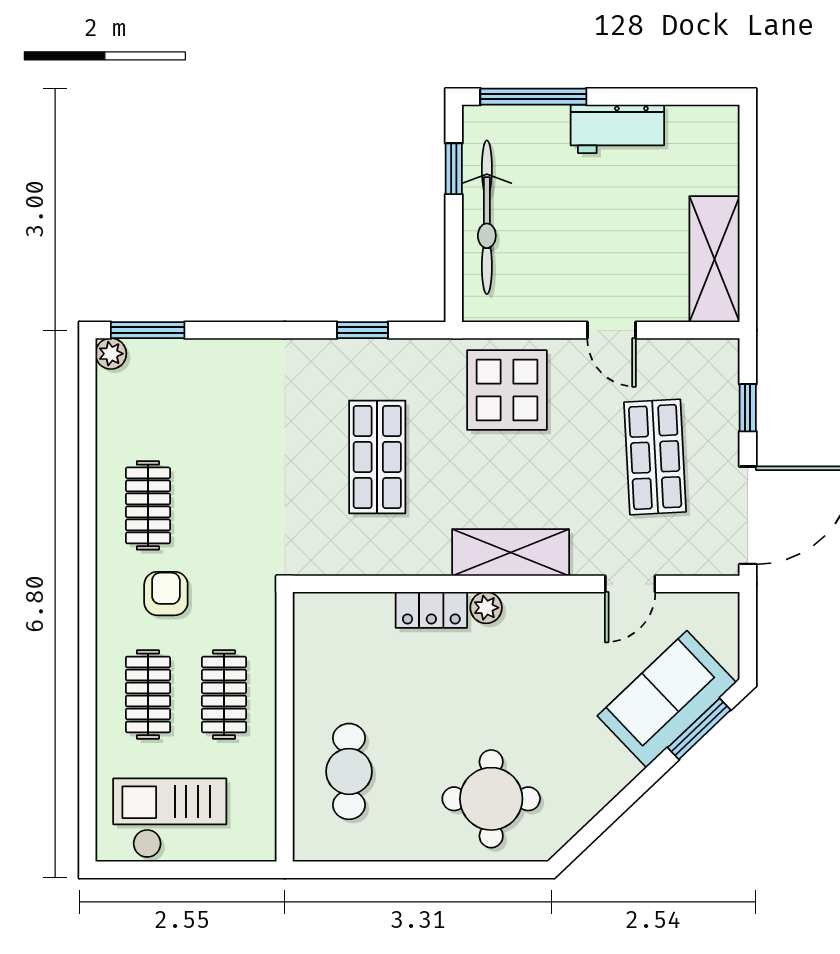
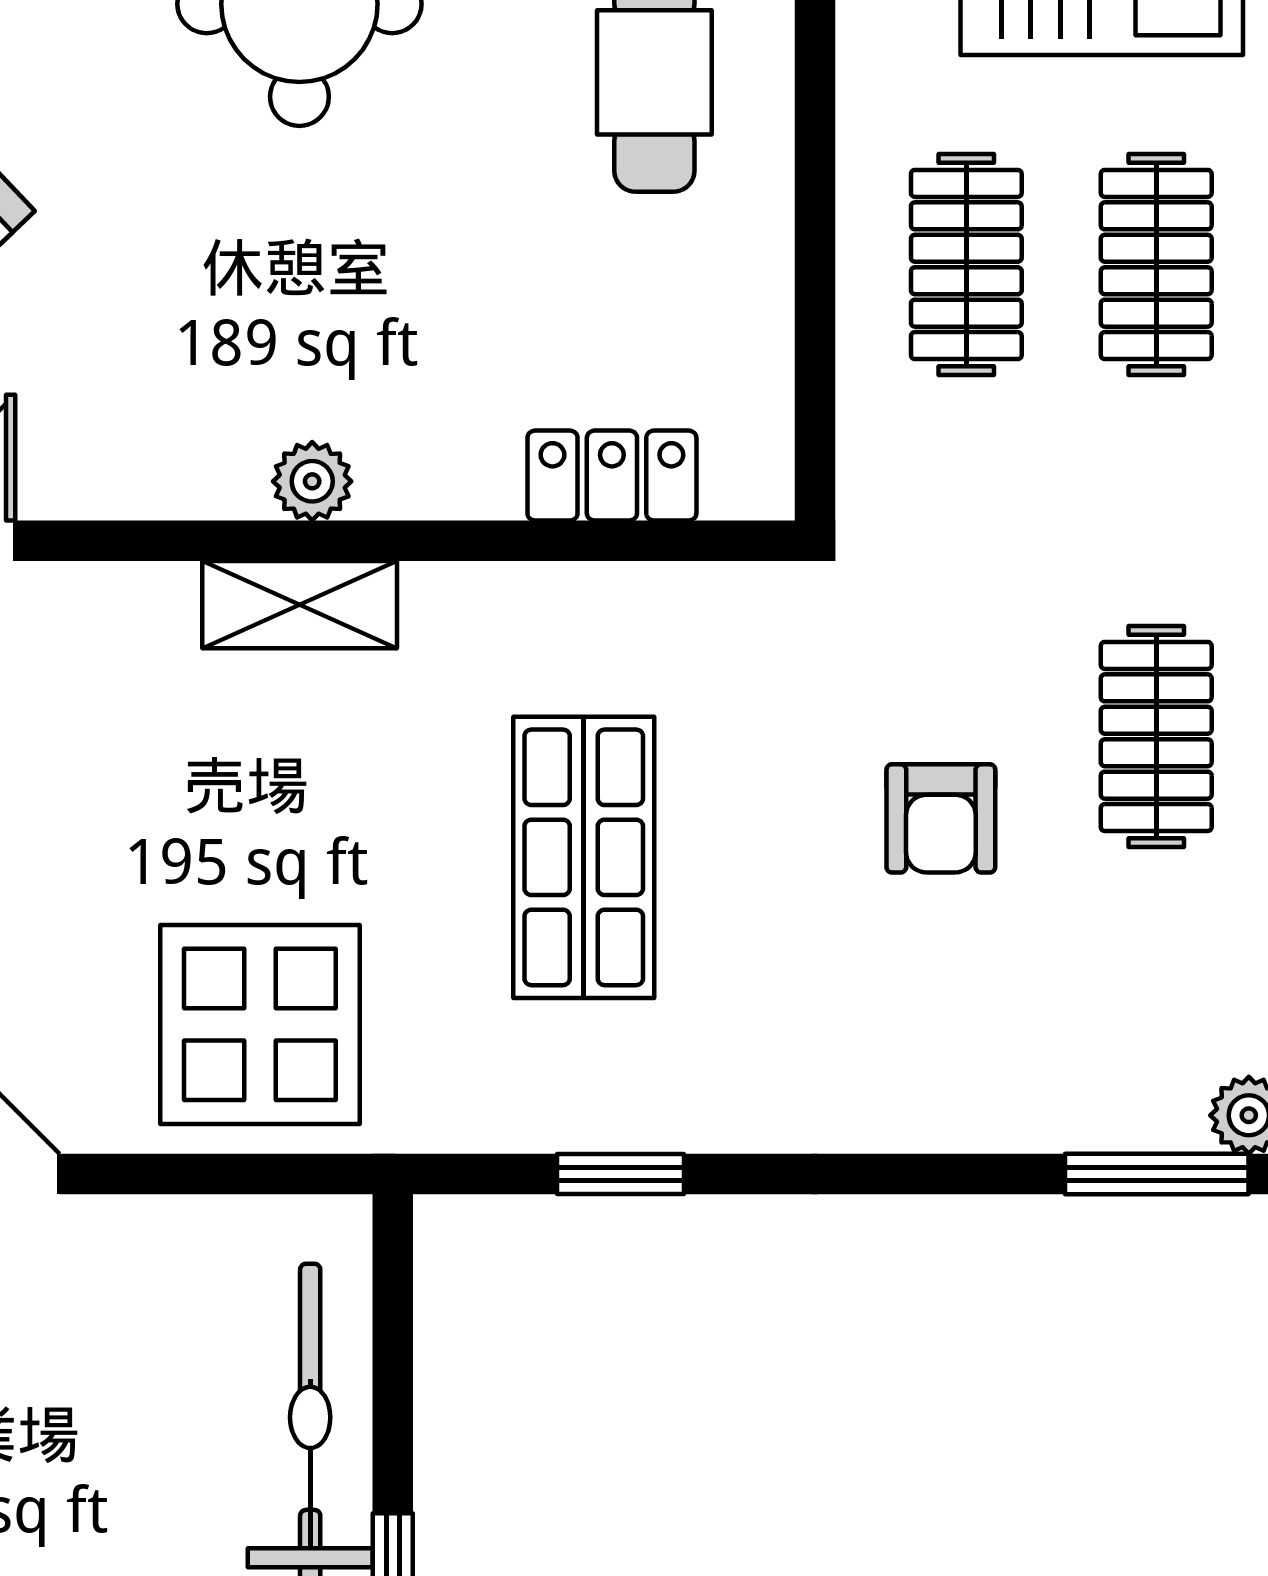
shelving: (511, 552) -> (300, 605), width x0.67, depth x0.75
armchair: (166, 594) -> (941, 818), moved
locker: (431, 610) -> (612, 476), moved

